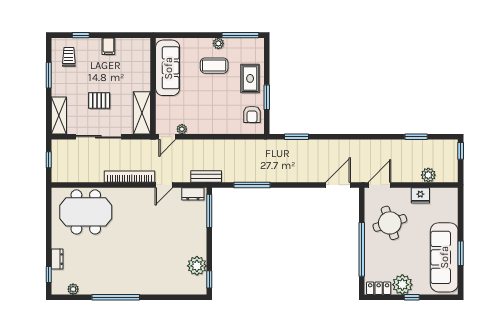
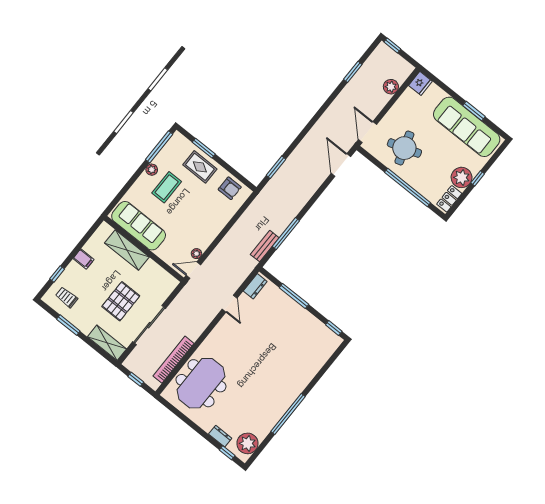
window: (267, 97) -> (204, 148), moved
pallet: (99, 101) -> (121, 301), width x1.50, depth x1.42
shelving: (142, 113) -> (127, 250), moved
door: (167, 137) -> (193, 270), swing flipped
bench: (206, 176) -> (265, 246), moved
bookcase: (130, 177) -> (173, 360), moved
fridge: (420, 195) -> (420, 83), moved
window: (209, 211) -> (294, 296), moved
plant: (197, 266) -> (315, 329), removed
plant: (73, 289) -> (247, 443), width x1.87, depth x1.87

